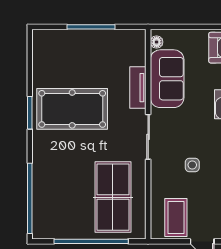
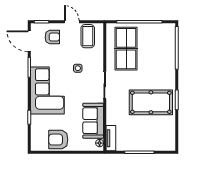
tv unit: (138, 88) -> (111, 138), moved

